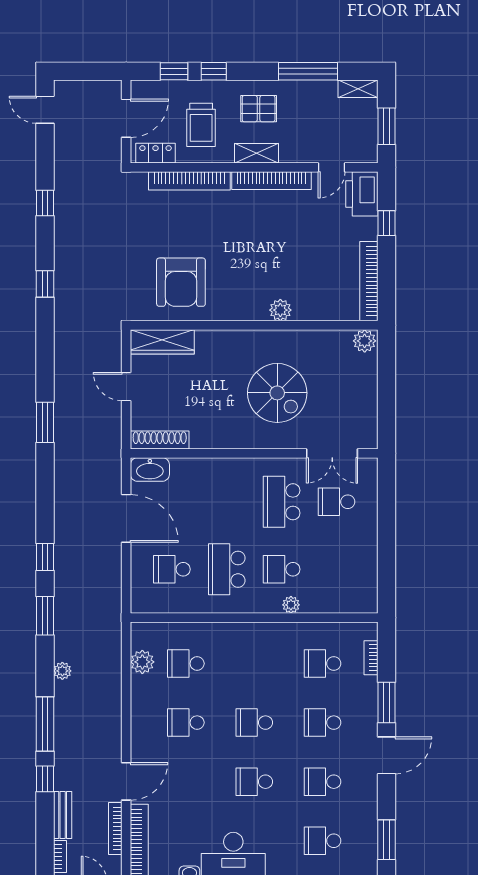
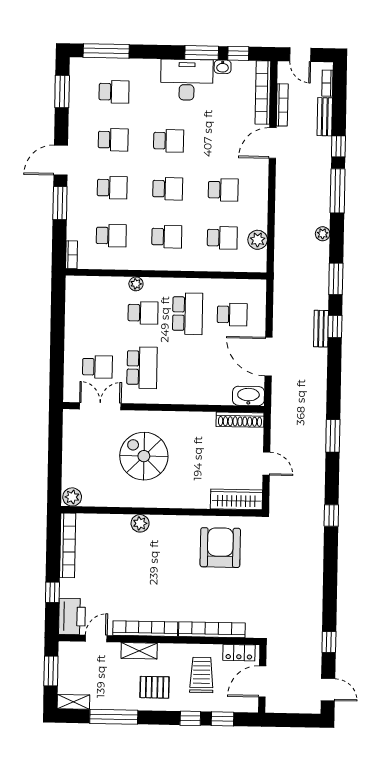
shelving: (257, 153) -> (139, 651), moved
window: (45, 203) -> (329, 642), moved
window: (45, 284) -> (331, 515), moved
bench: (62, 554) -> (321, 329), added
bookcase: (371, 658) -> (71, 255), moved
school desk: (254, 664) -> (167, 237), added

